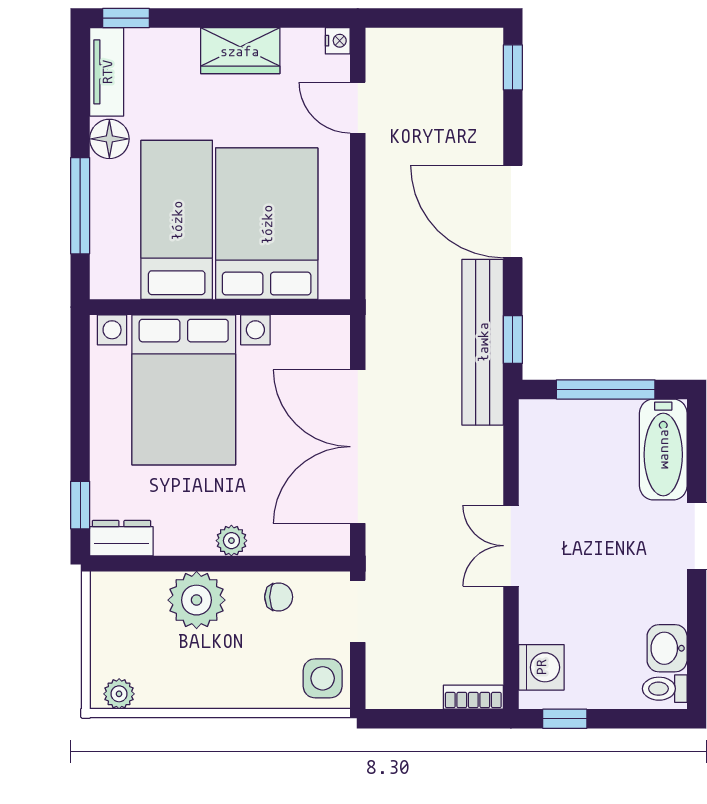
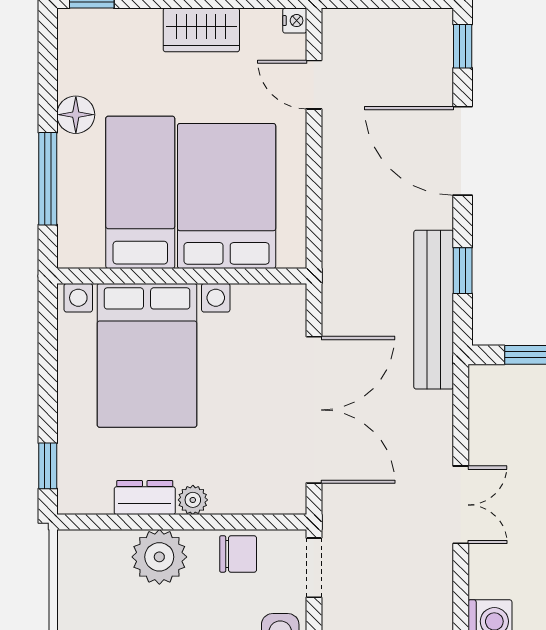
tv unit: (107, 72) -> (73, 50), removed
door: (513, 211) -> (463, 151), moved
window: (513, 340) -> (463, 271), moved
double door: (358, 447) -> (314, 410), swing flipped
dresser: (121, 538) -> (145, 498), moved
double door: (511, 546) -> (461, 505), swing flipped
chair: (279, 597) -> (238, 554), width x1.37, depth x1.37

